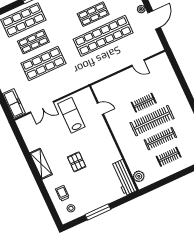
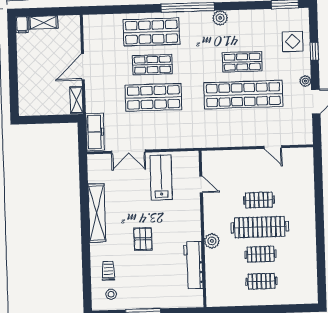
clothes rail: (160, 139) -> (261, 254), width x0.73
shelving: (41, 164) -> (97, 213), width x1.47
plant: (139, 176) -> (212, 241), moved
workbench: (124, 178) -> (193, 265), moved

